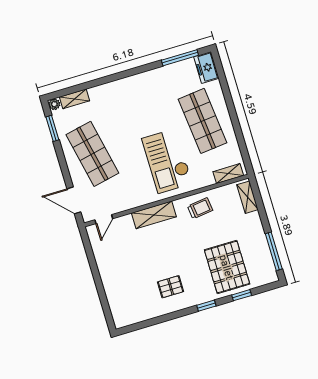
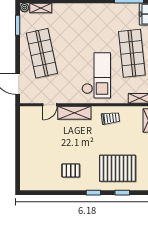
checkout: (167, 161) -> (96, 75), turned 180
door: (104, 219) -> (50, 105), moved
pallet: (227, 267) -> (118, 168), turned 90

